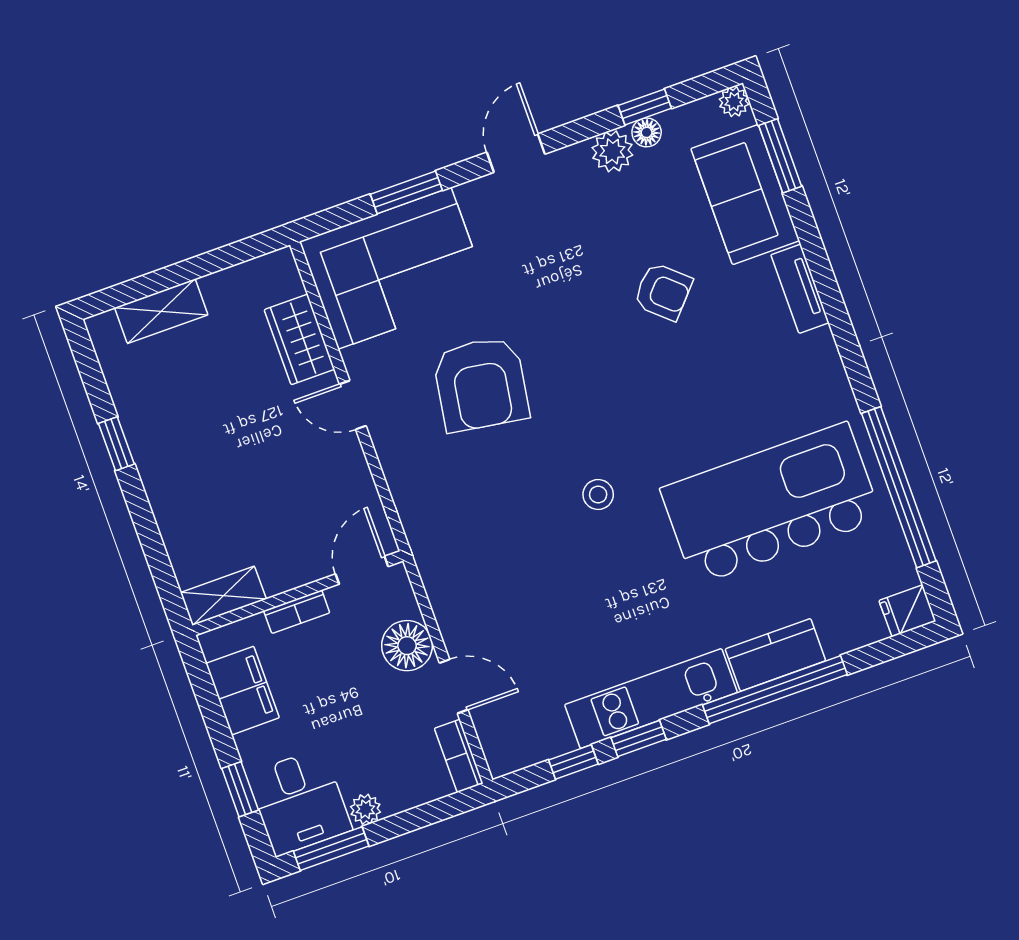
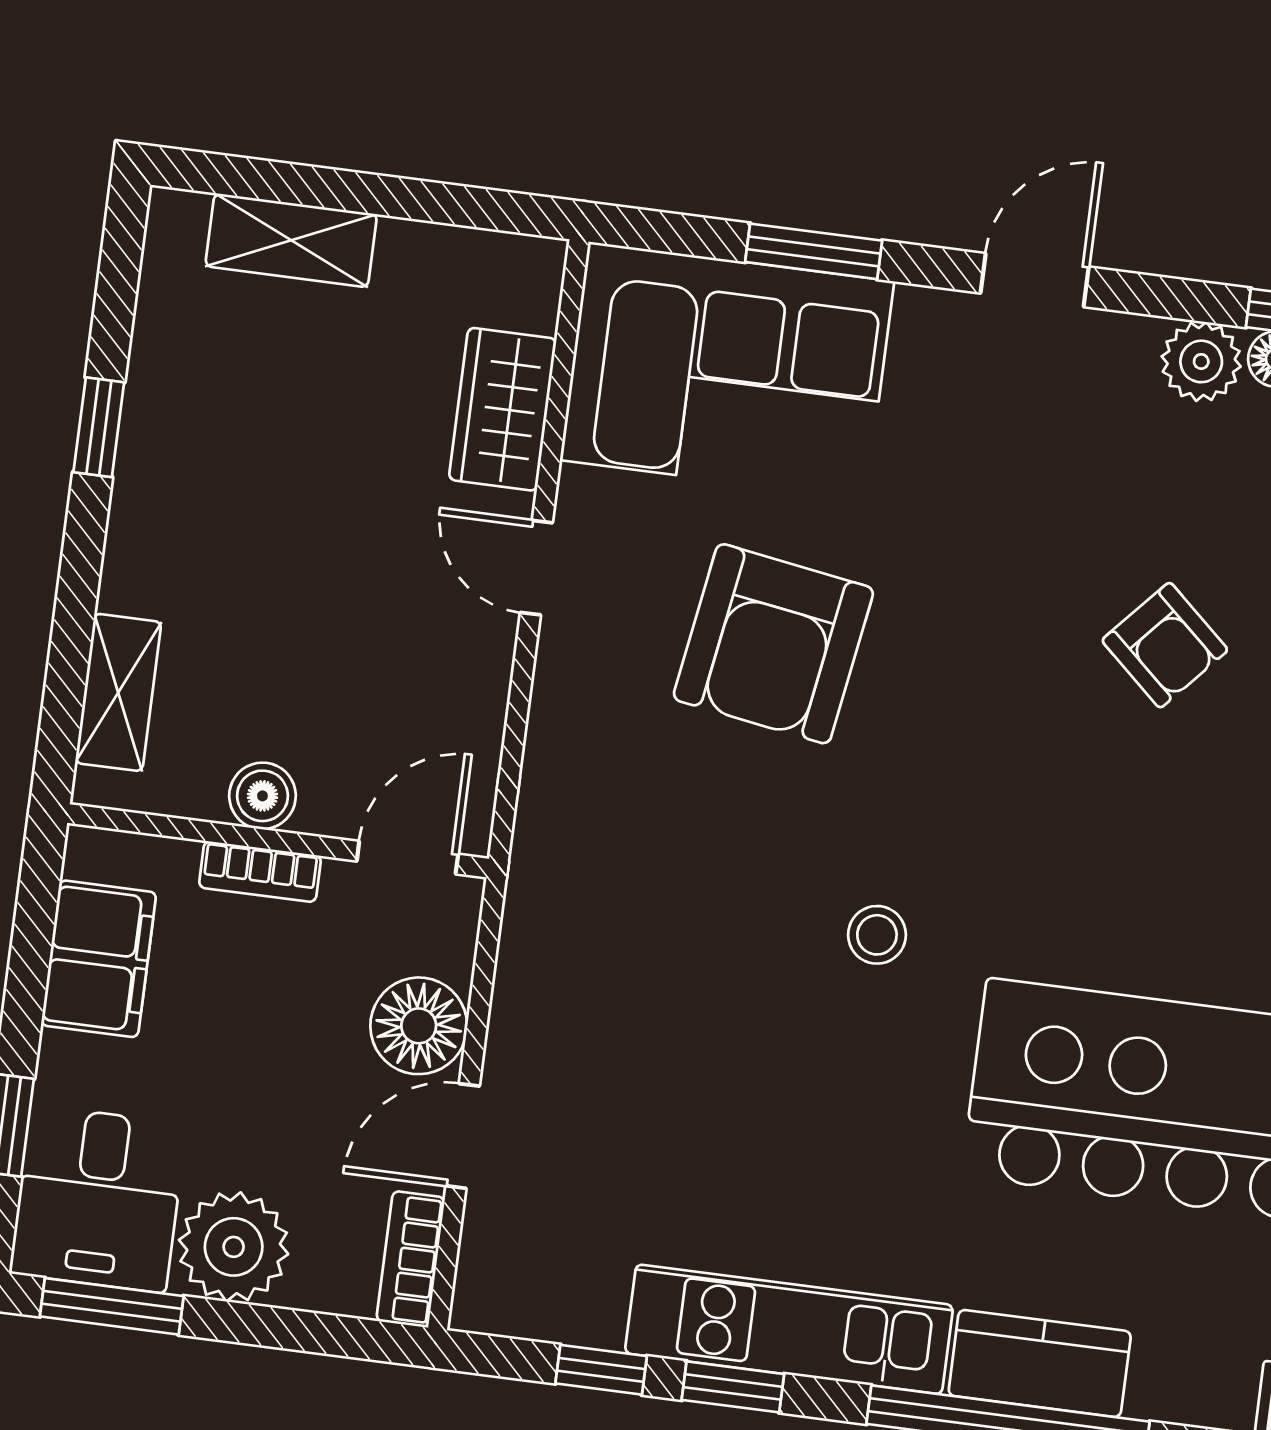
boiler: (280, 576) -> (262, 796), added
shelving: (223, 596) -> (118, 692), moved, turned 90
door: (454, 686) -> (463, 1136), swing flipped
plant: (365, 809) -> (234, 1247), width x1.88, depth x1.88

